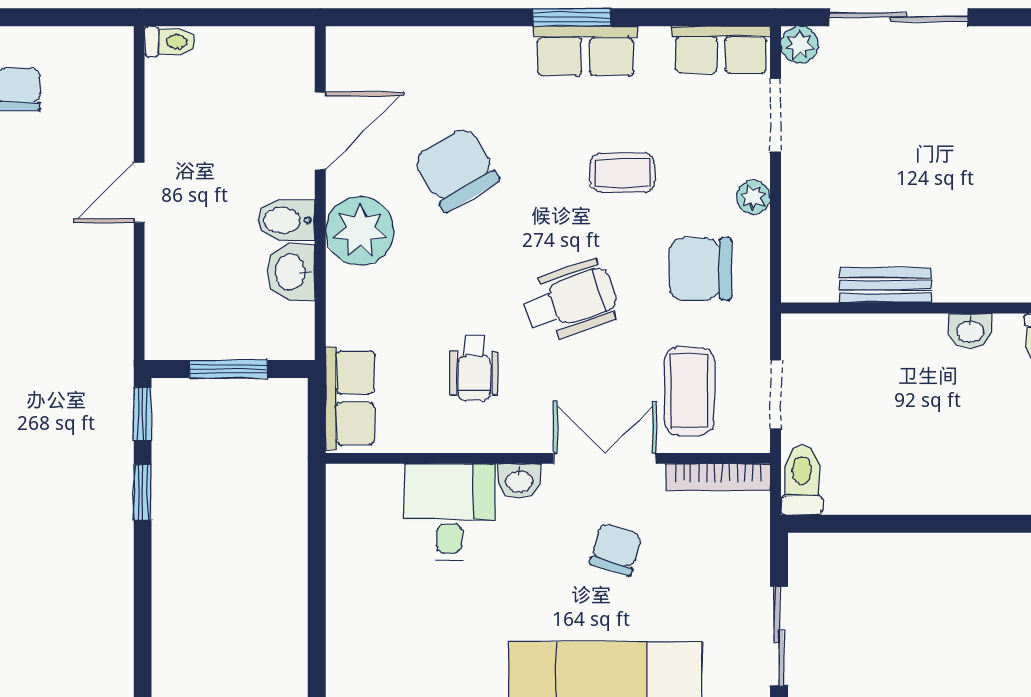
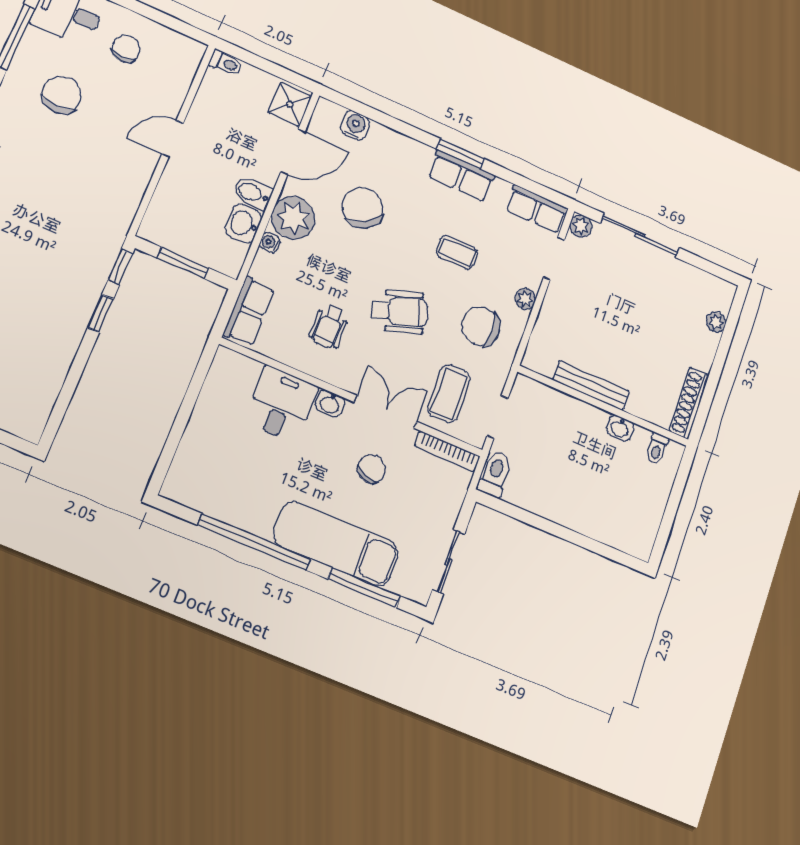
water cooler: (396, 47) -> (355, 125), added
shower: (288, 60) -> (290, 104), added
water cooler: (340, 283) -> (270, 242), added
bench: (885, 285) -> (591, 385), width x1.36

